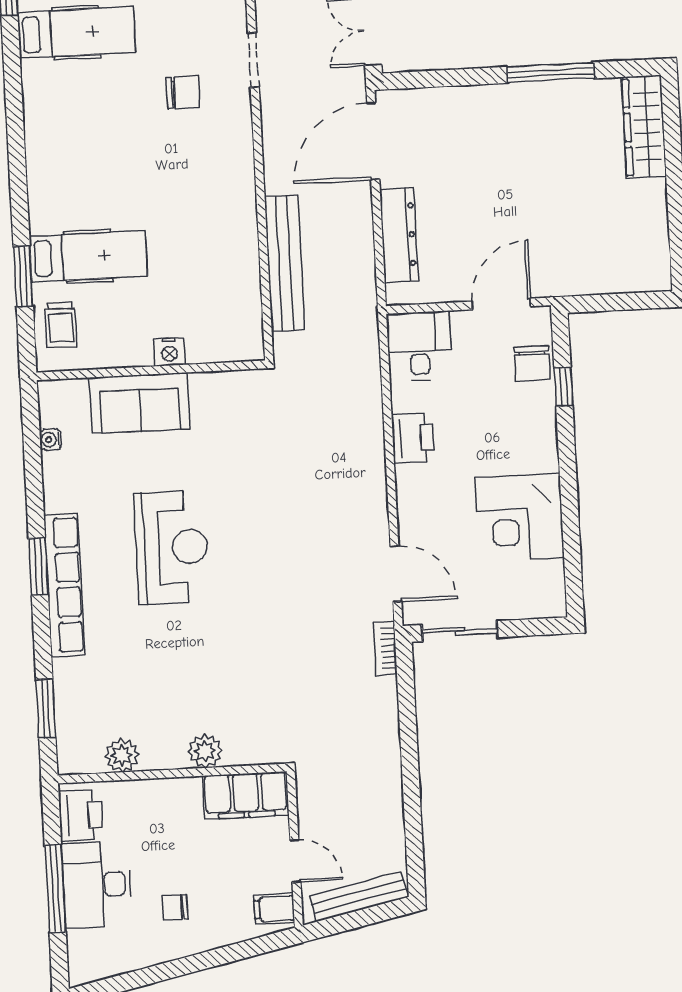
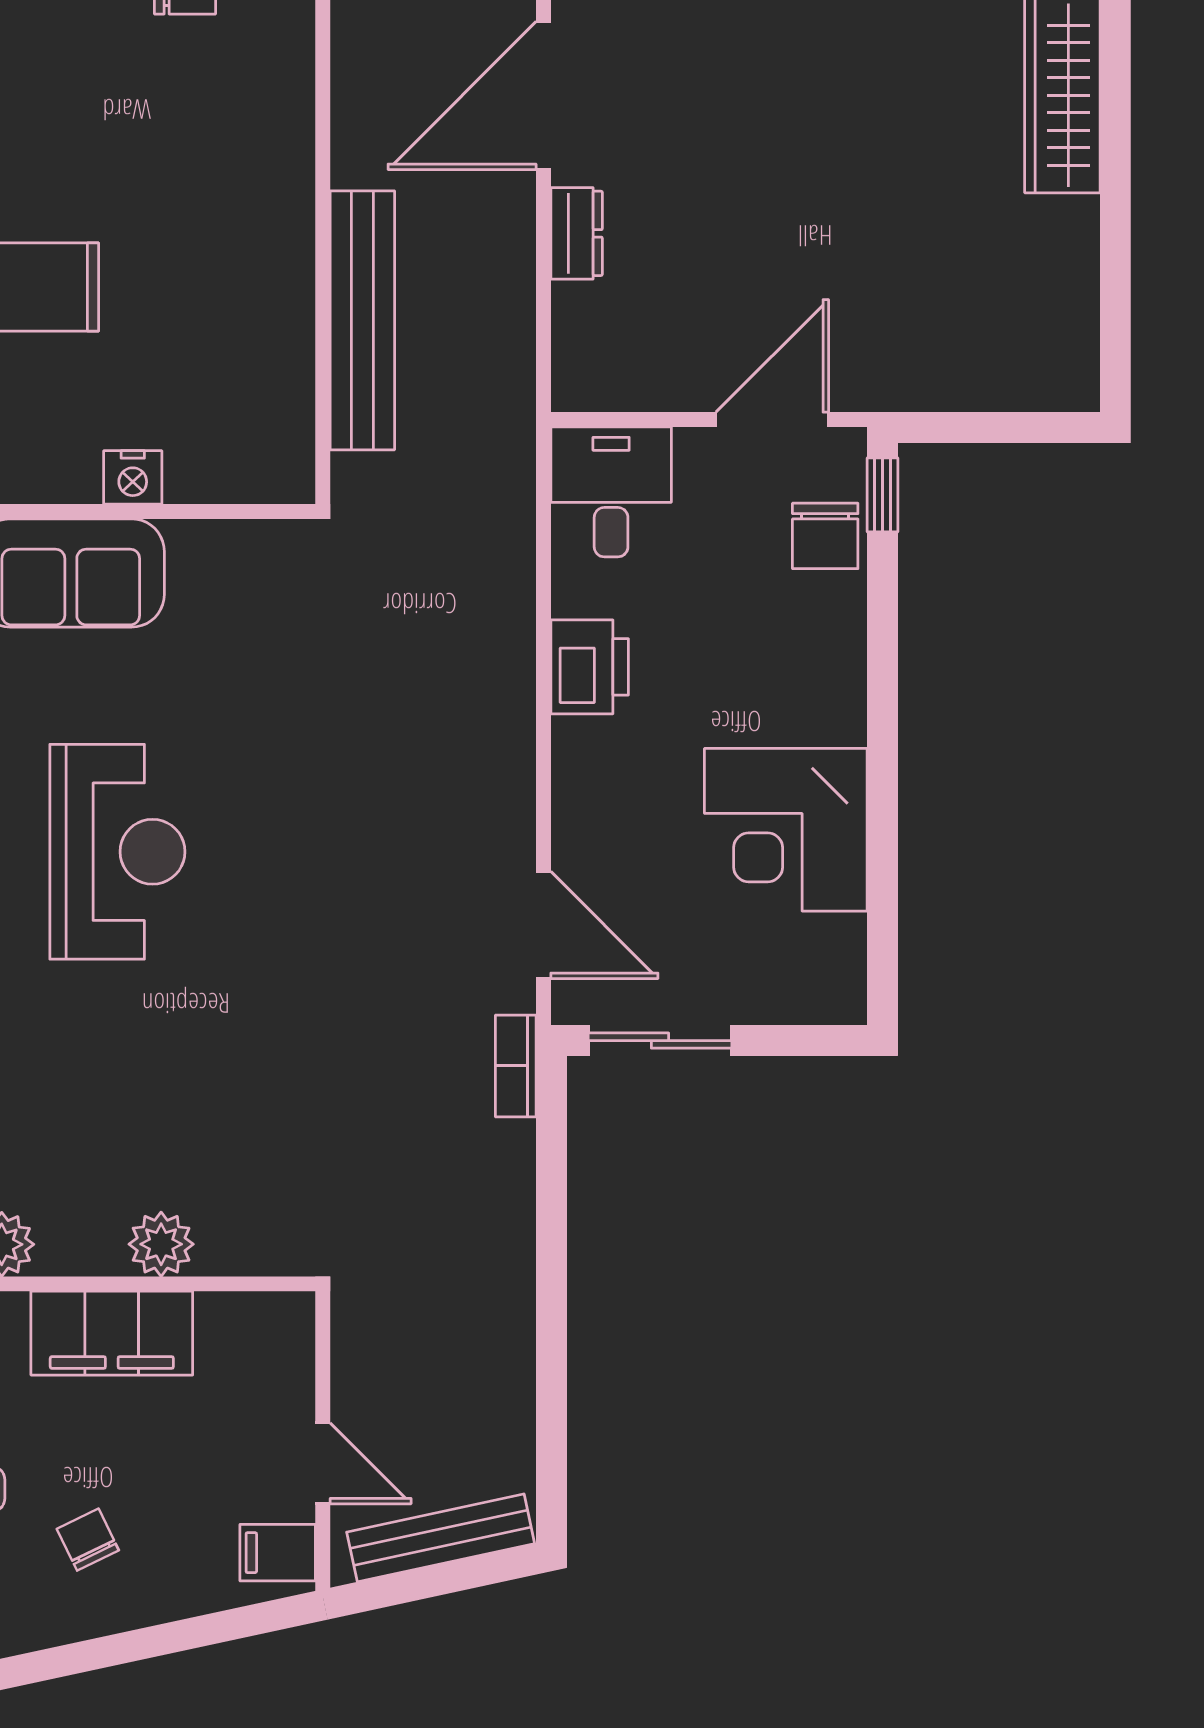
dresser: (399, 235) -> (577, 233), width x0.51, depth x0.80
window: (563, 387) -> (882, 495), moved
filing cabinet: (246, 795) -> (112, 1333), moved
chair: (175, 907) -> (88, 1540), turned 64

